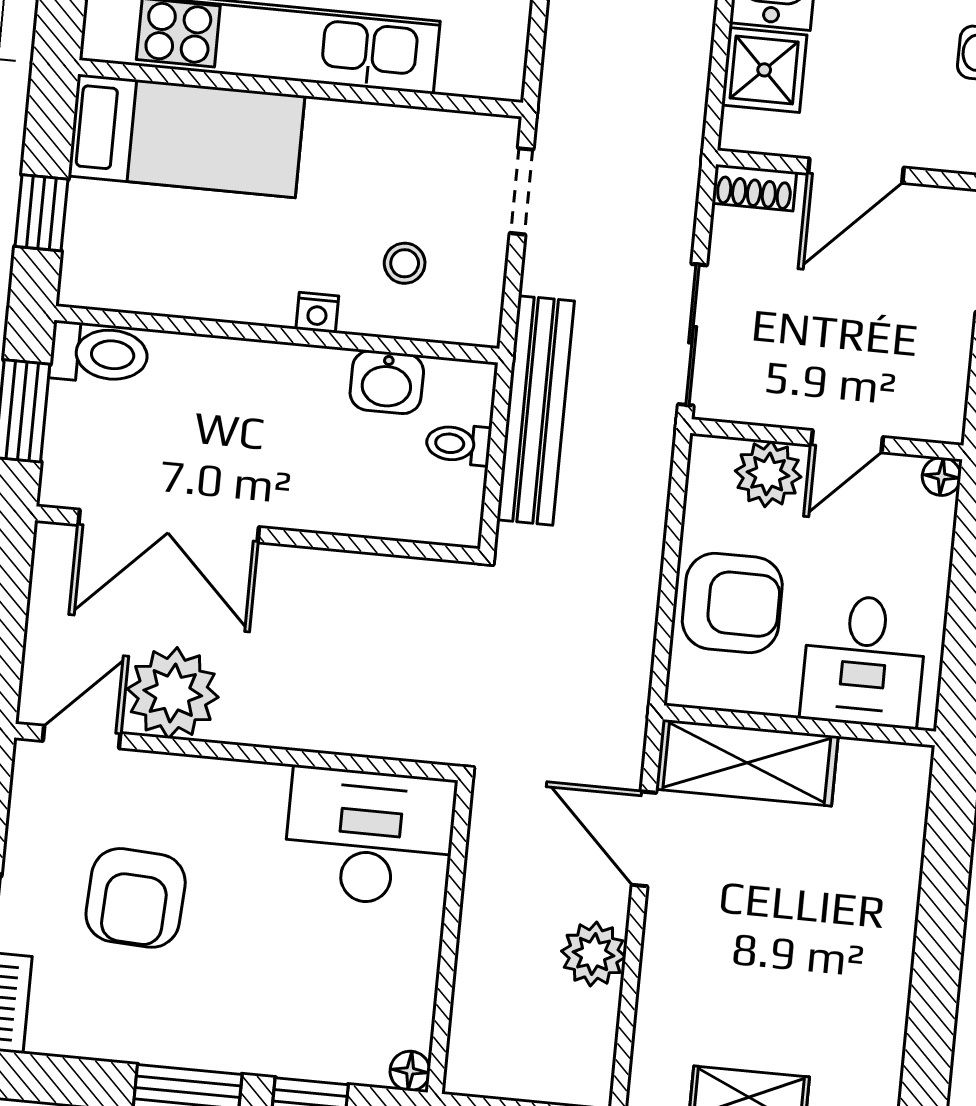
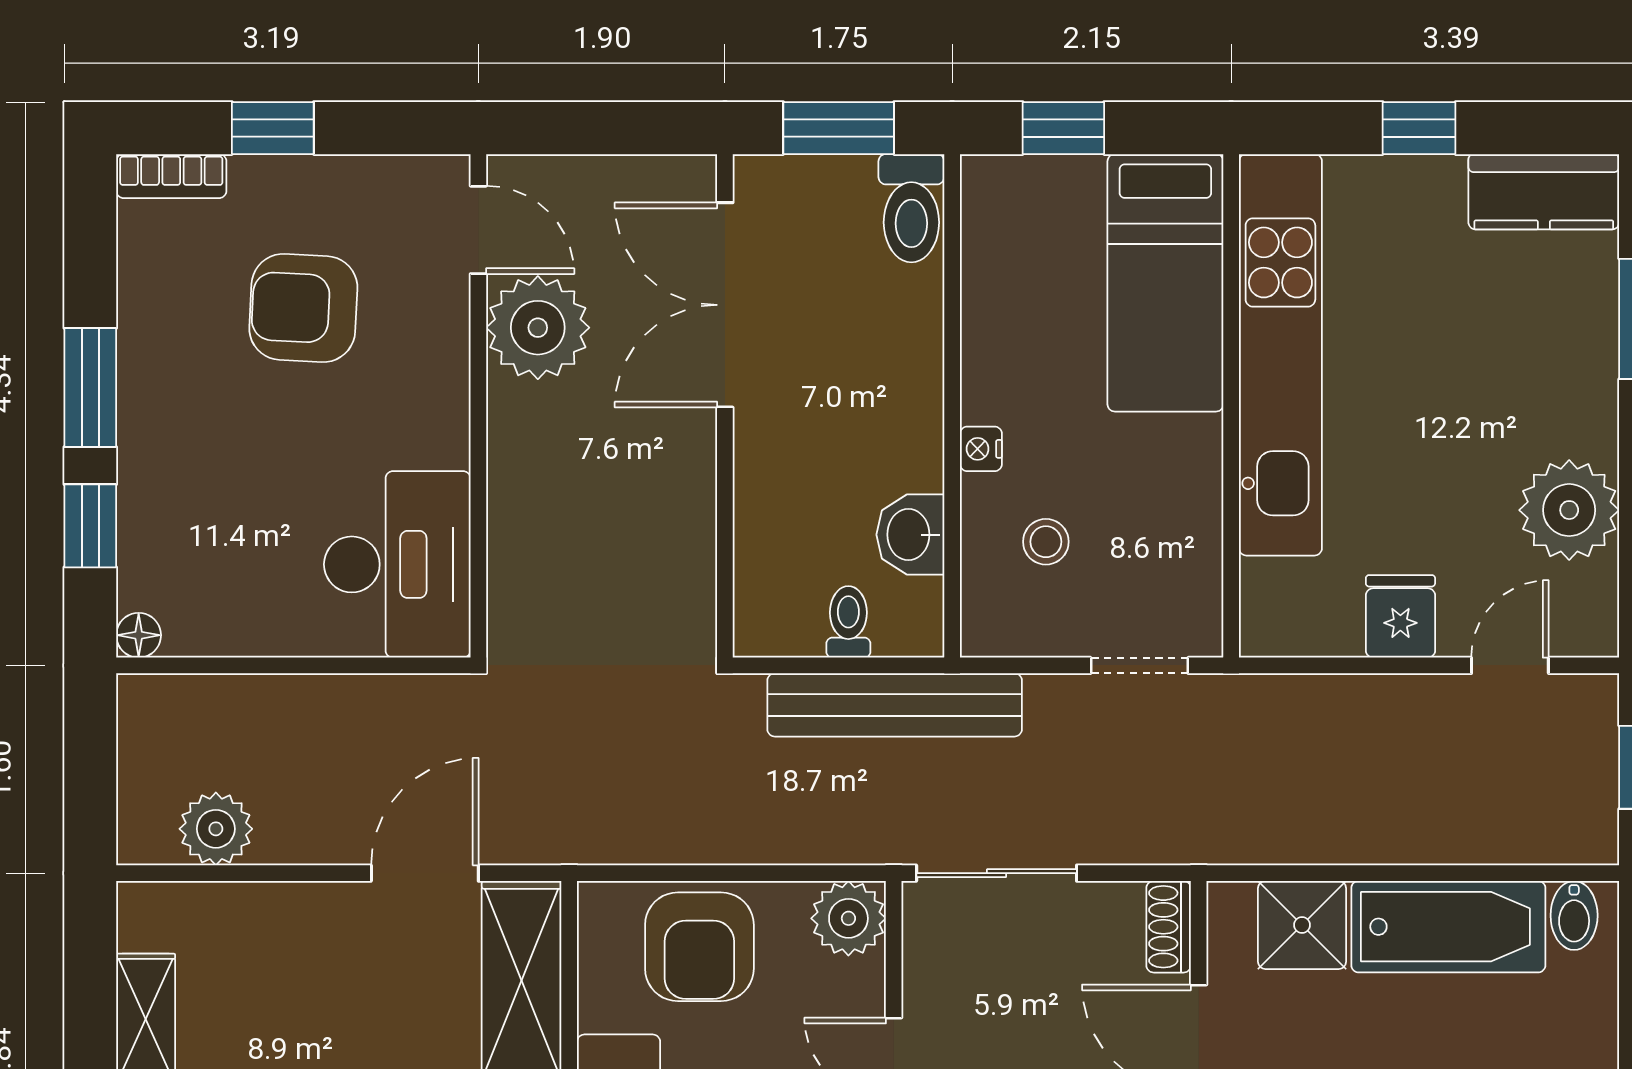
plant: (768, 474) -> (848, 918), moved
plant: (594, 954) -> (216, 829), moved

